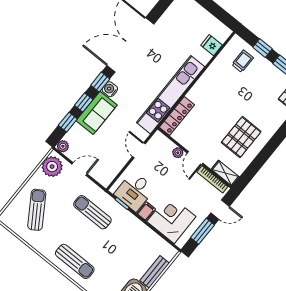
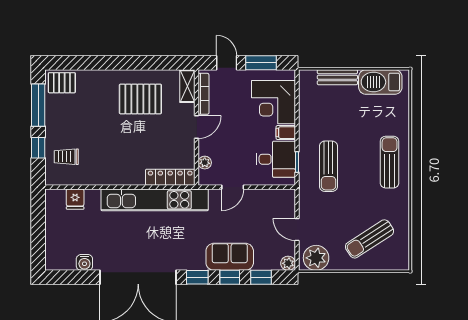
water cooler: (110, 89) -> (84, 262), moved
plant: (178, 153) -> (205, 163), moved
sun lounger: (92, 212) -> (328, 166), moved

